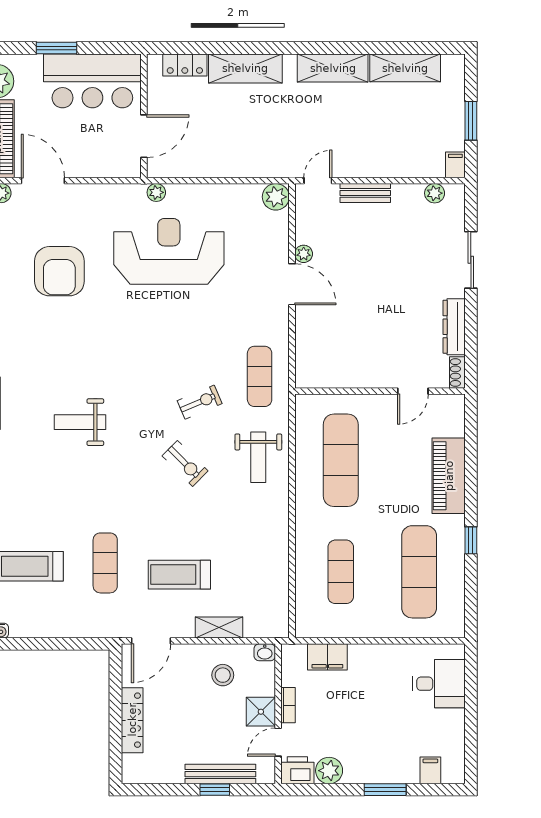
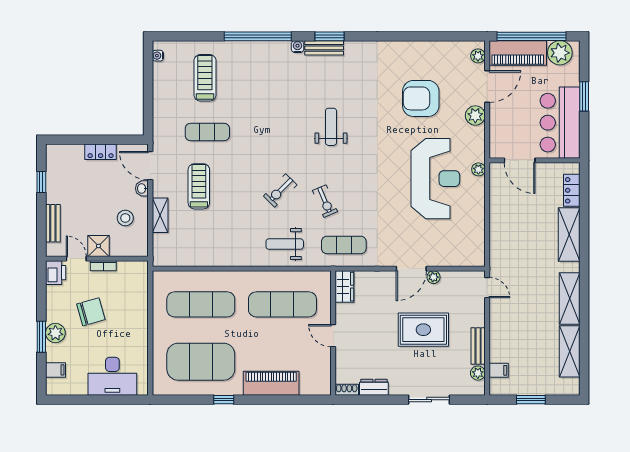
filing cabinet: (455, 165) -> (499, 370), moved
bench: (365, 193) -> (478, 346), moved
plant: (276, 197) -> (475, 115), moved
rug: (375, 268) -> (423, 330), added
dresser: (454, 327) -> (374, 387), width x0.70
wardrobe: (316, 376) -> (344, 287), added
door: (413, 391) -> (333, 336), moved
weight bench: (80, 422) -> (331, 127), moved
exercise mat: (341, 572) -> (201, 304), width x1.36, depth x1.45
exercise mat: (419, 572) -> (201, 362), width x1.47
washbasin: (265, 652) -> (142, 188), moved
filing cabinet: (327, 657) -> (139, 295), removed
desk: (439, 684) -> (112, 376), width x1.37
locker: (132, 720) -> (101, 152), width x0.66
chair: (351, 722) -> (91, 312), added
plant: (329, 771) -> (55, 333), moved
bench: (220, 774) -> (53, 223), width x0.73
window: (215, 790) -> (41, 182), moved

